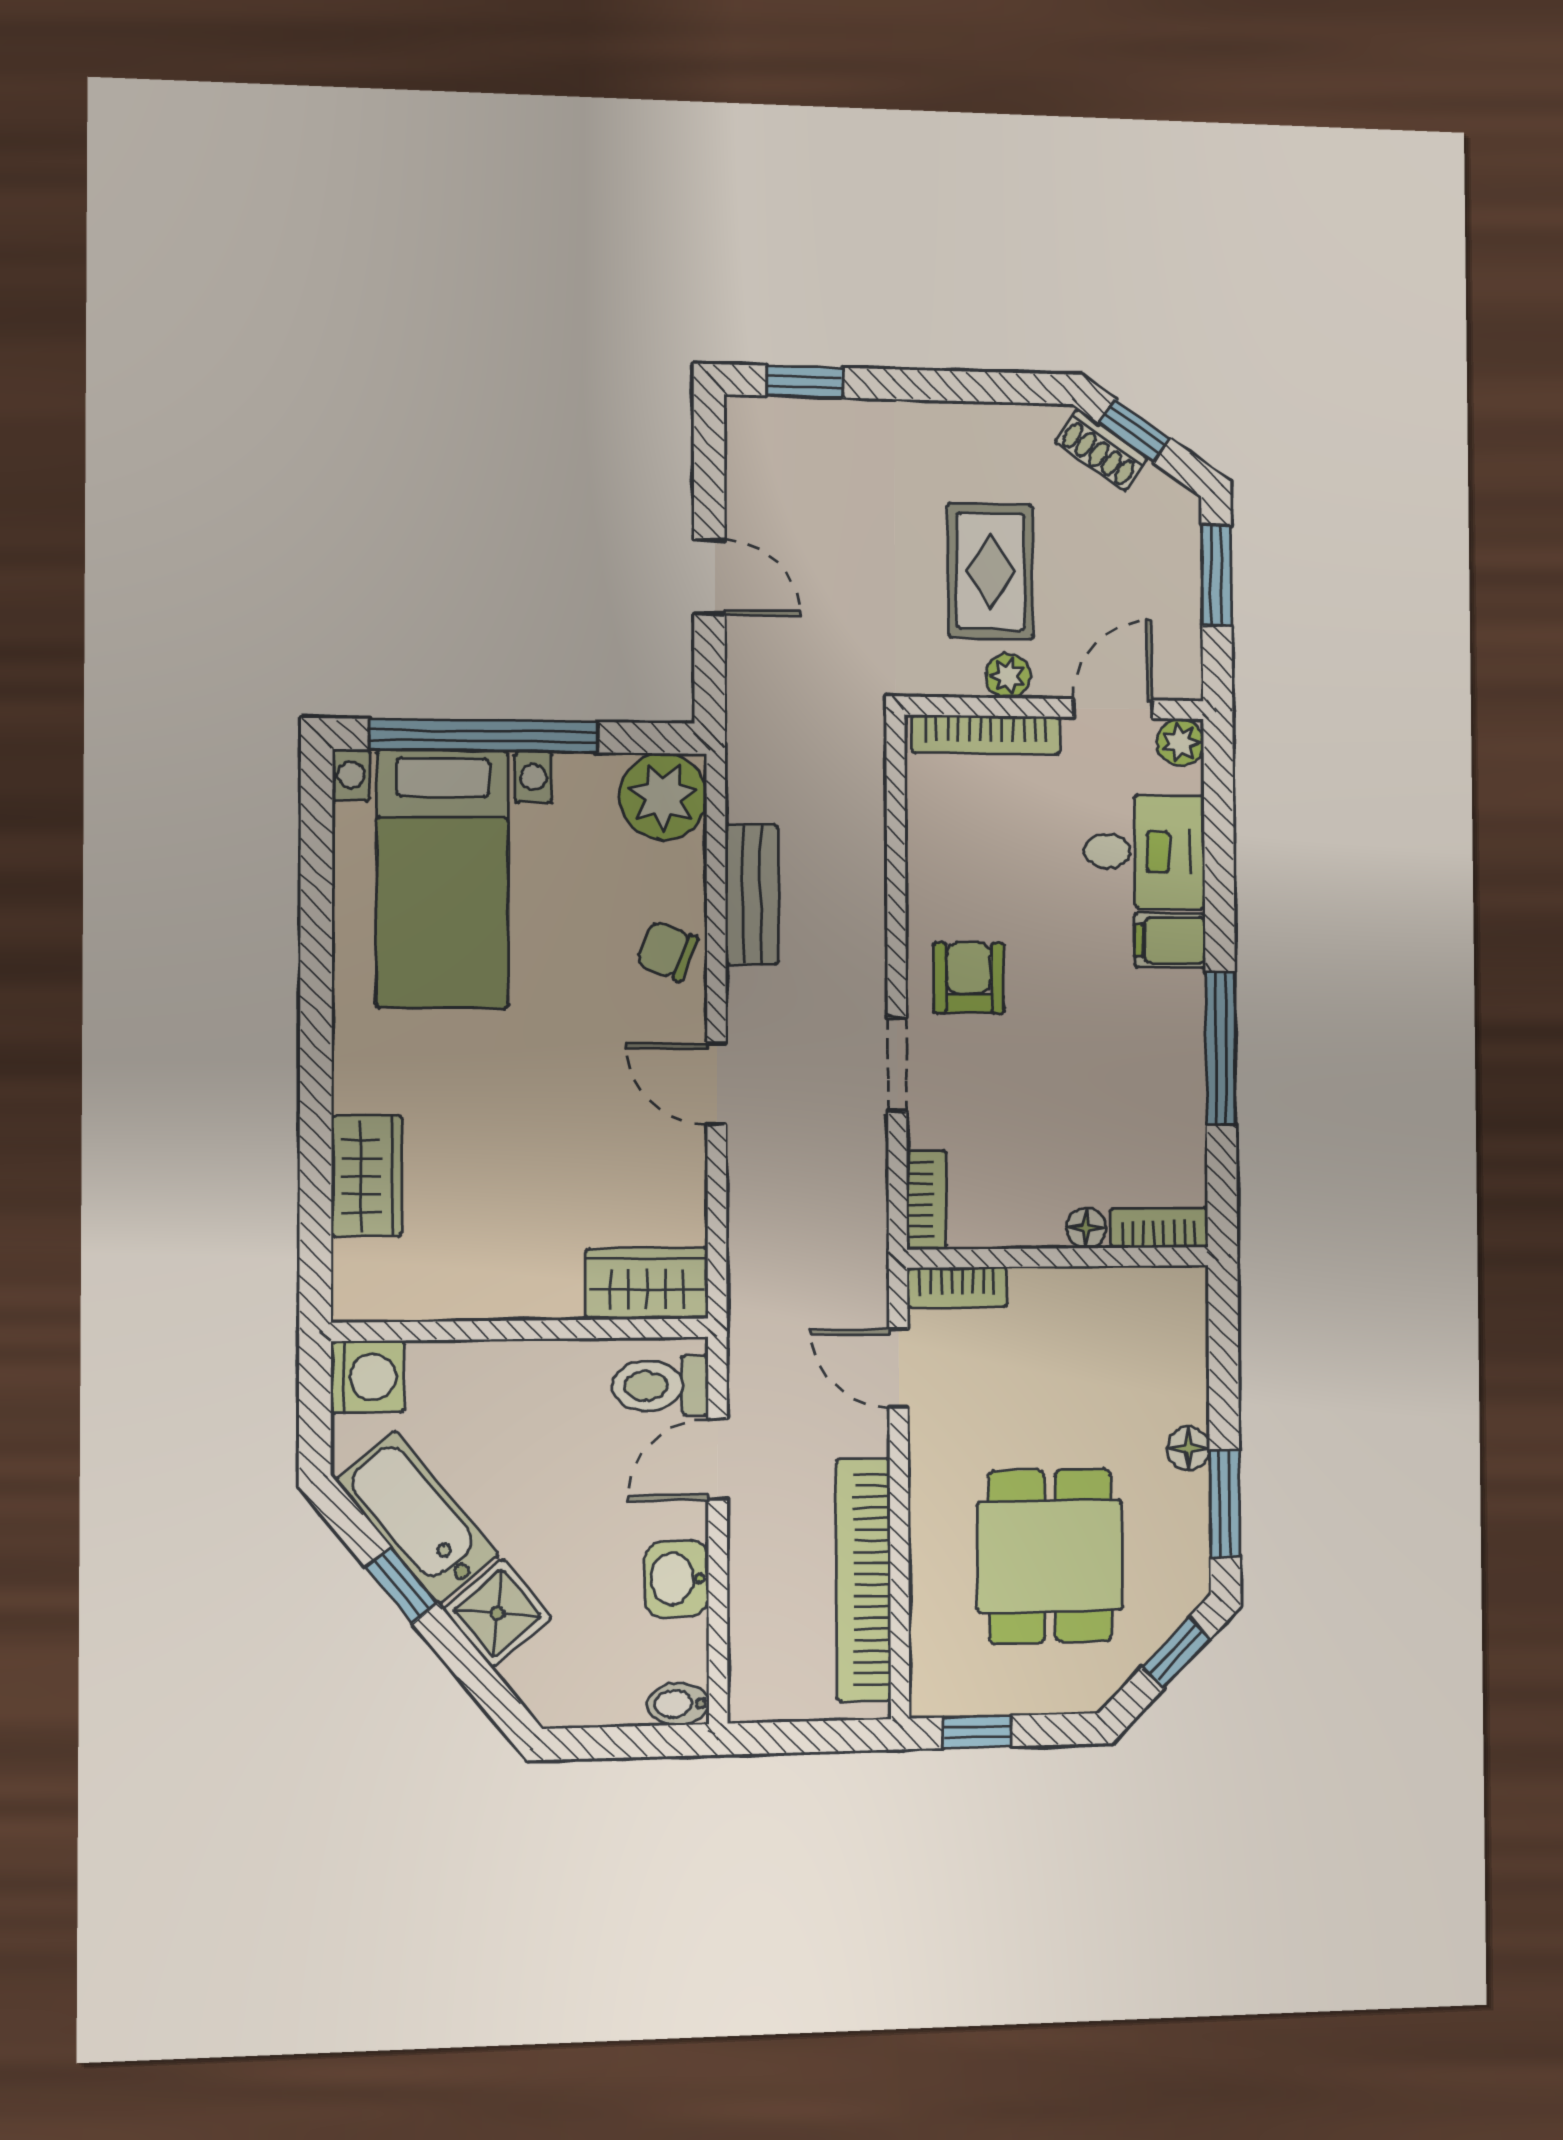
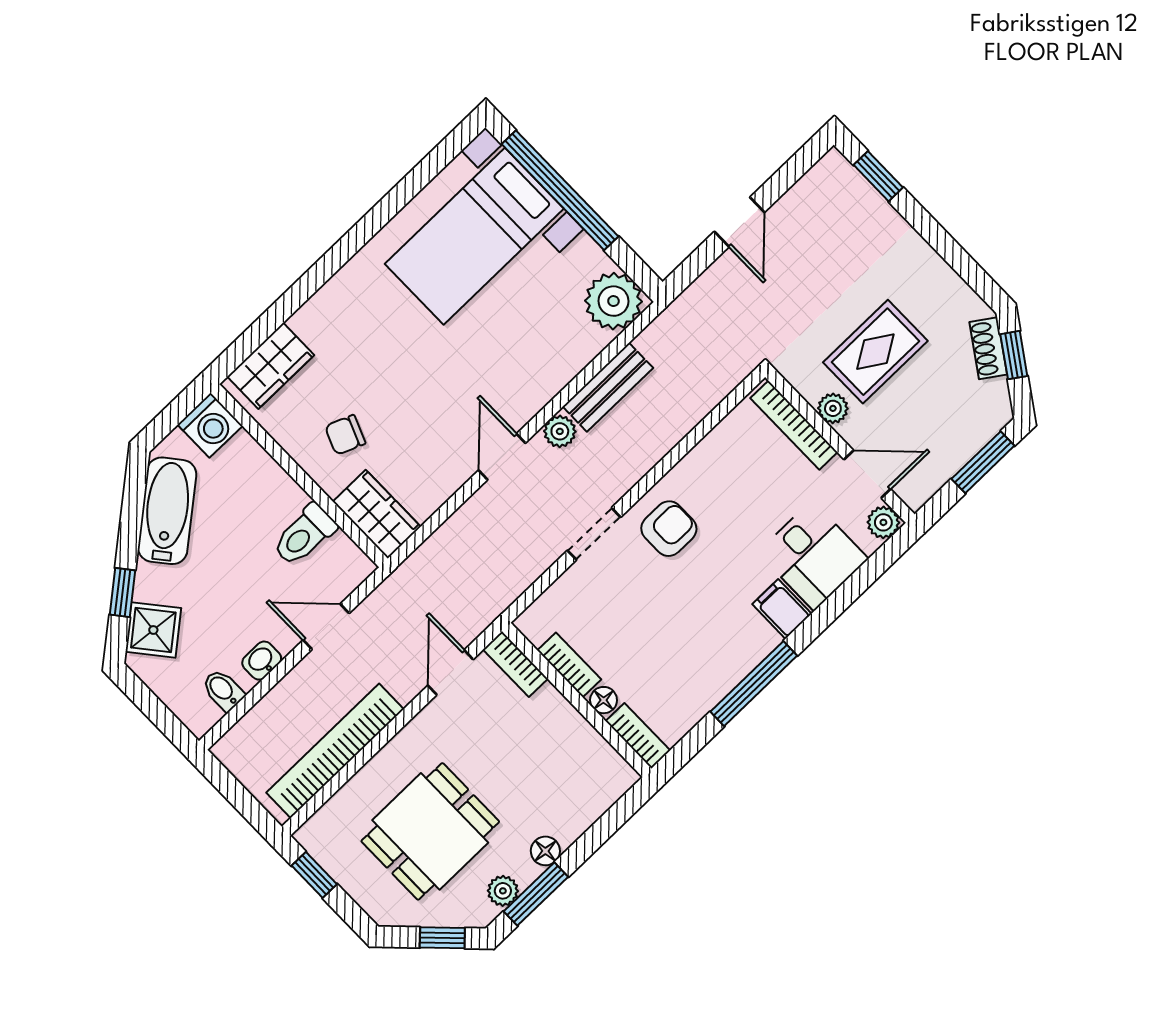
chair: (667, 951) -> (345, 435), moved, turned -90
plant: (750, 994) -> (560, 431), added
wardrobe: (367, 1176) -> (271, 366), moved
bookcase: (926, 1200) -> (569, 665), moved, turned -90
toilet: (660, 1386) -> (304, 535), moved, turned -90
plant: (1188, 1537) -> (503, 891), added
washbasin: (677, 1579) -> (262, 661), width x0.72, depth x0.69
window: (402, 1585) -> (122, 592), moved
shower: (497, 1613) -> (153, 630), moved
bidet: (678, 1704) -> (223, 690), moved

